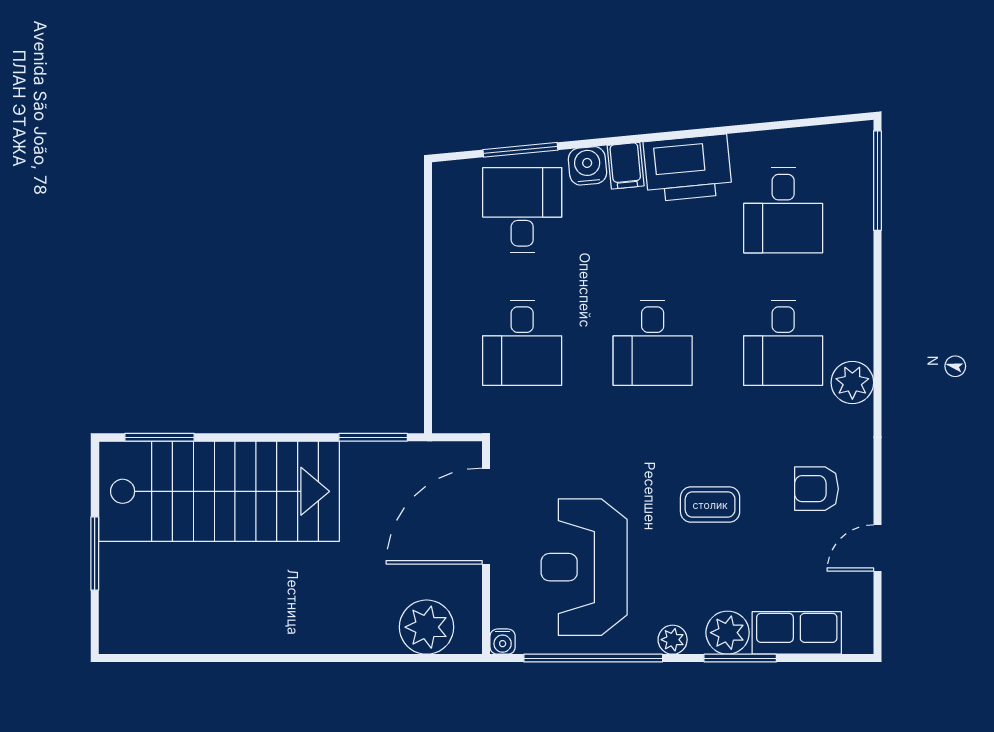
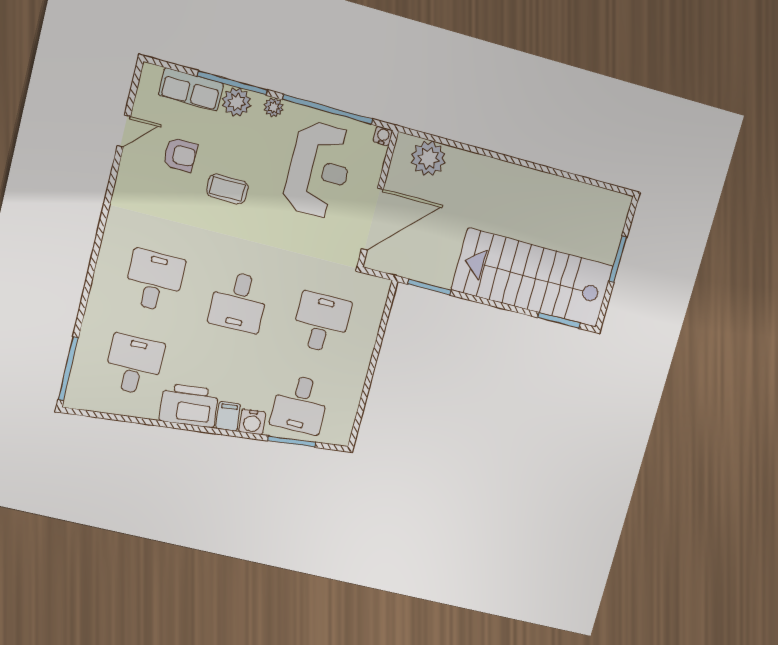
desk: (653, 343) -> (239, 302), turned 180
plant: (852, 382) -> (115, 244), removed
armchair: (816, 489) -> (180, 155), moved
window: (740, 658) -> (232, 83), width x1.44

